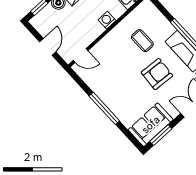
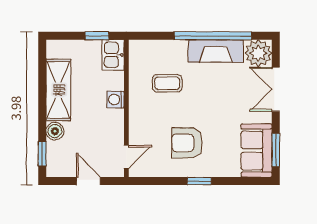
armchair: (157, 74) -> (187, 143), moved, turned -94
window: (104, 108) -> (199, 181), width x0.46

